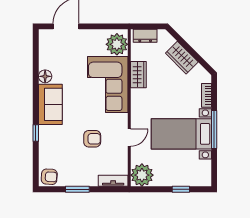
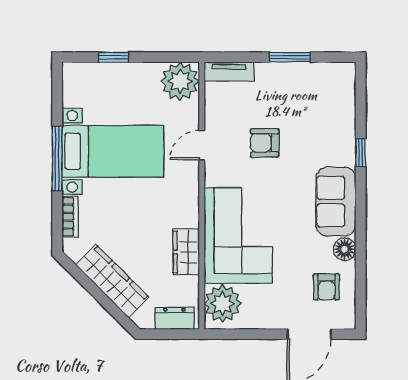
wardrobe: (182, 58) -> (112, 281), width x1.50
armchair: (49, 177) -> (326, 287), moved, turned -93

